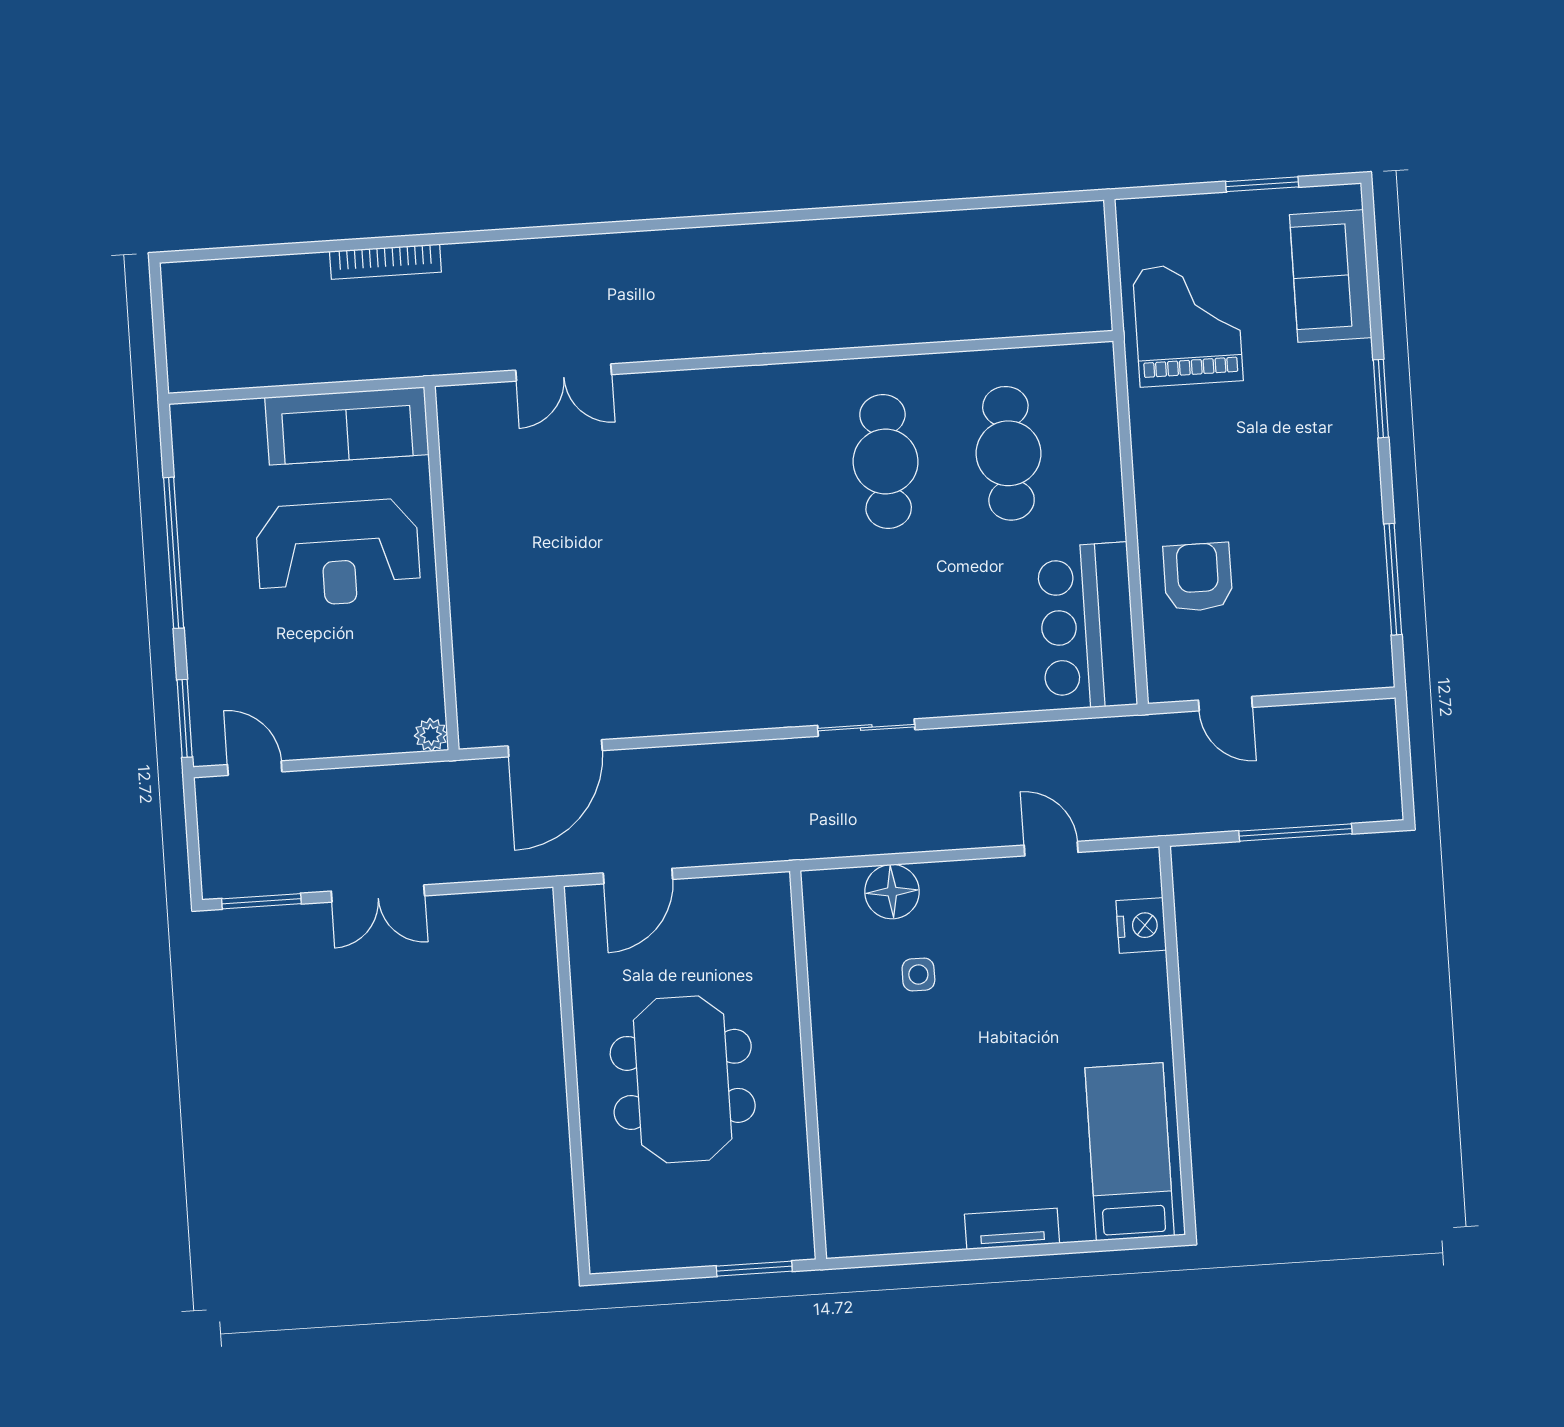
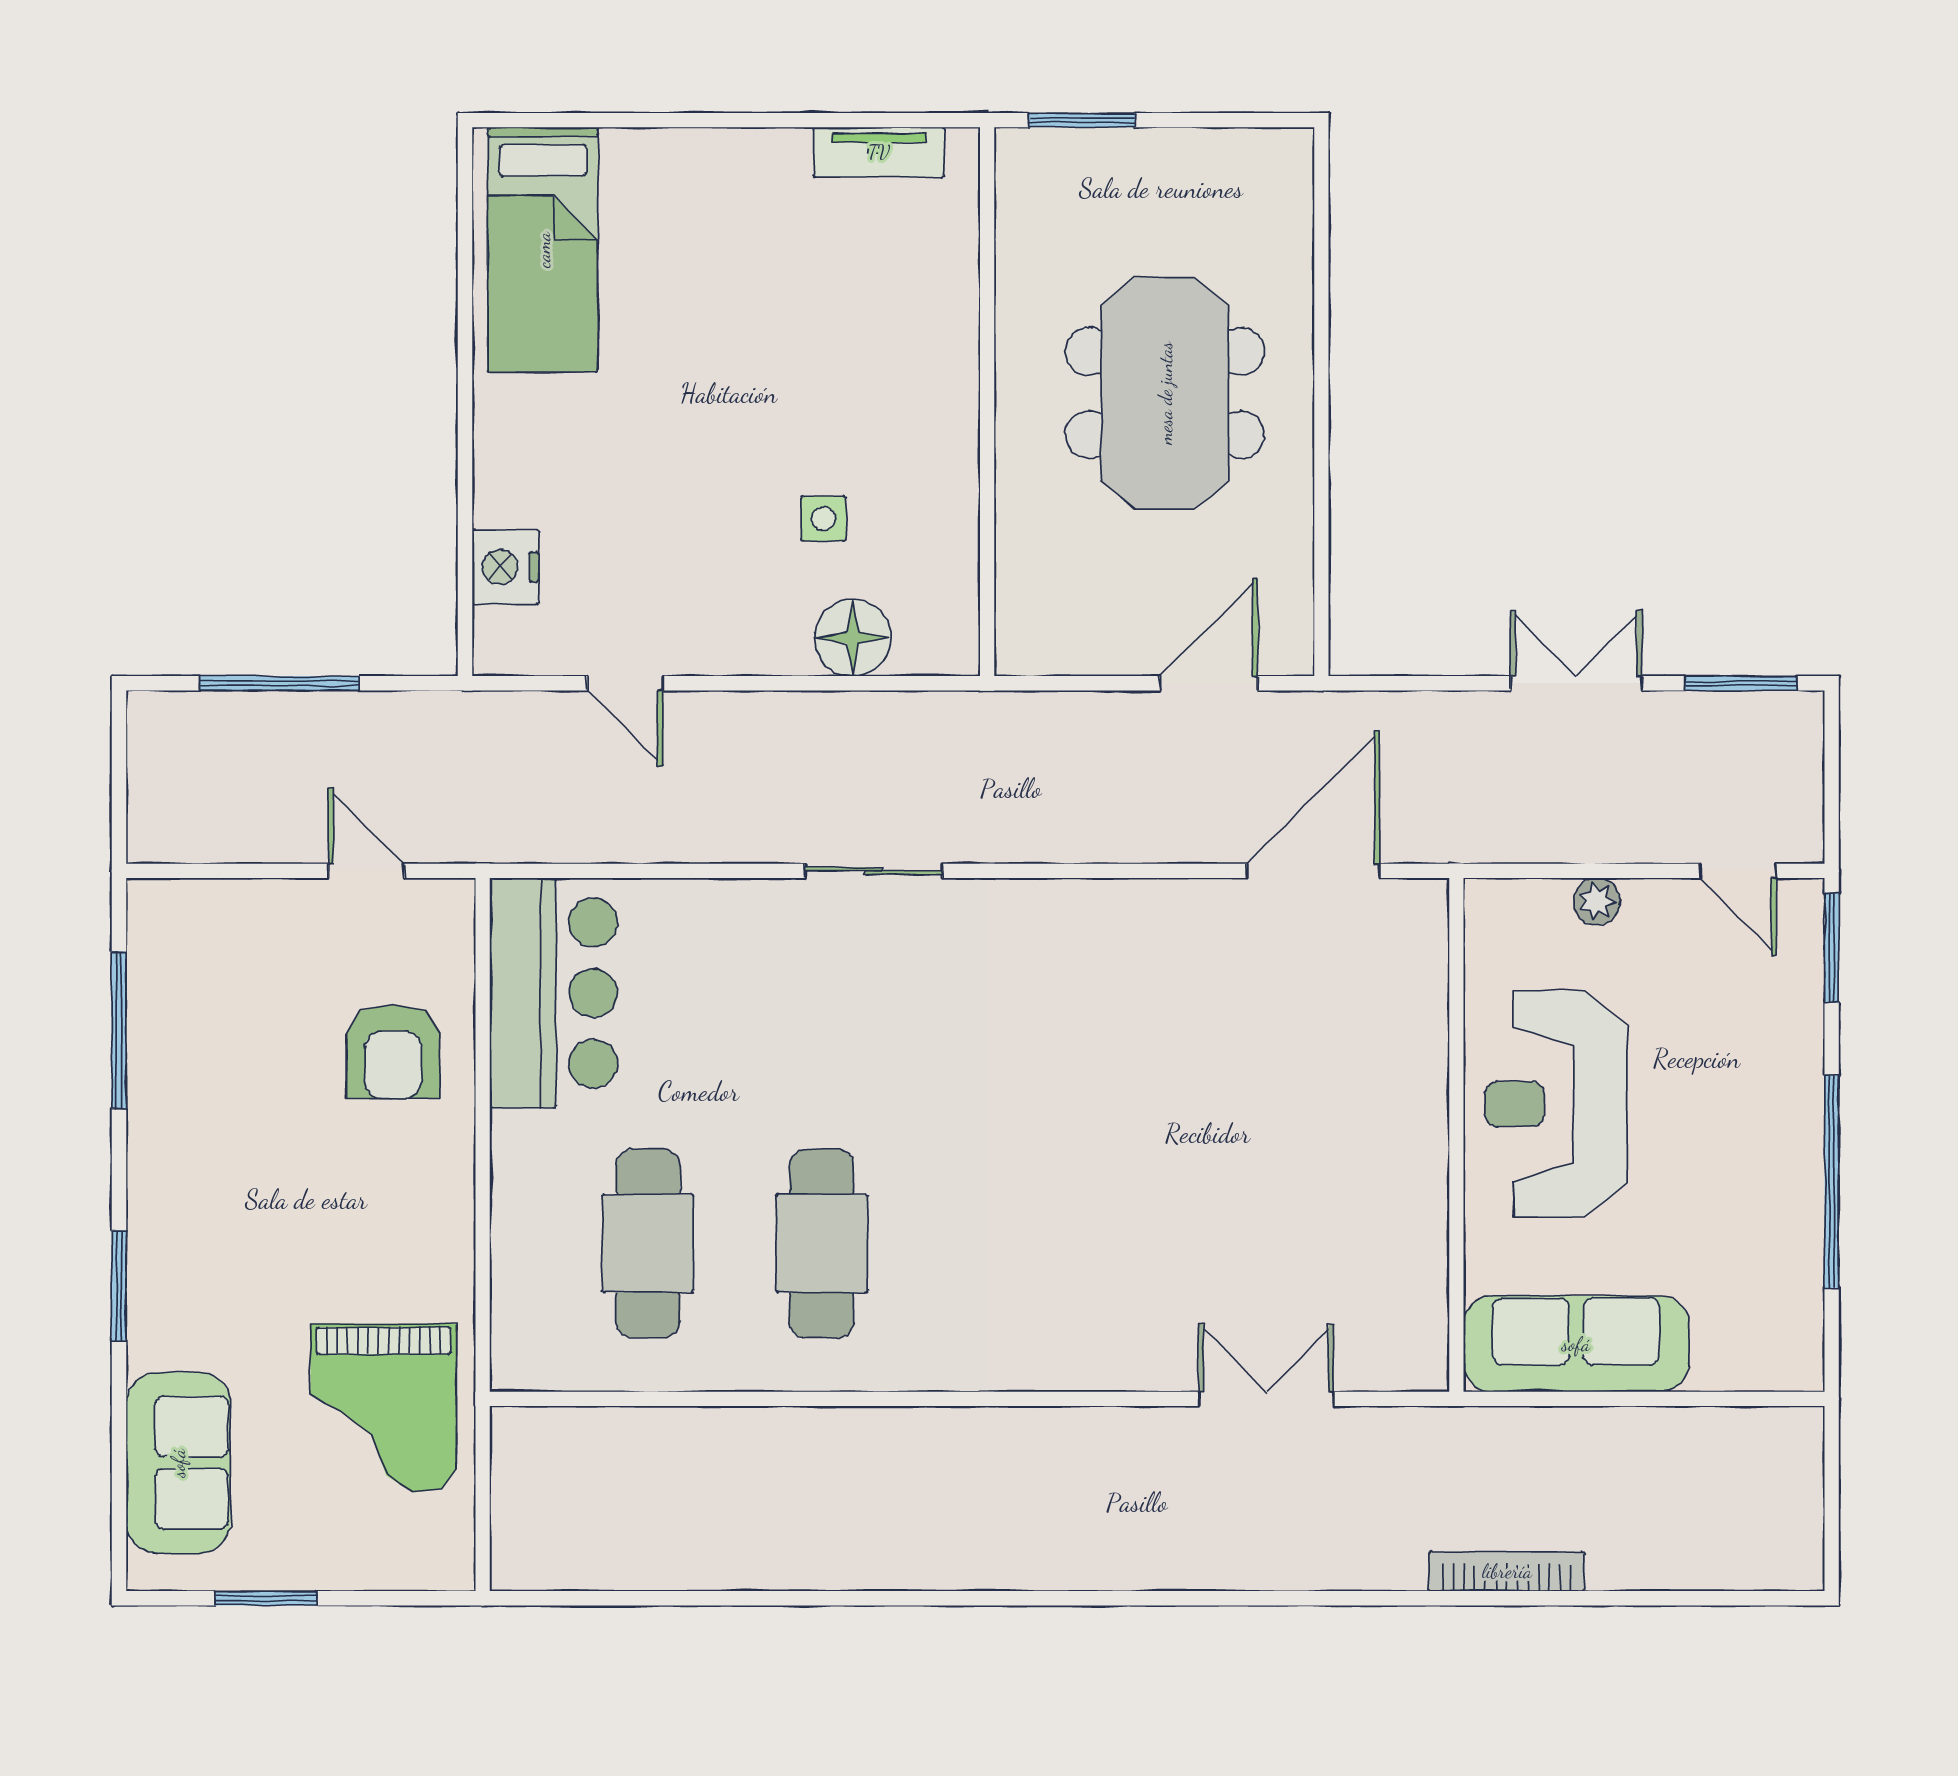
reception desk: (338, 553) -> (1556, 1104), moved, turned -90
plant: (431, 735) -> (1597, 901), moved
tv unit: (1012, 1229) -> (879, 152), moved

